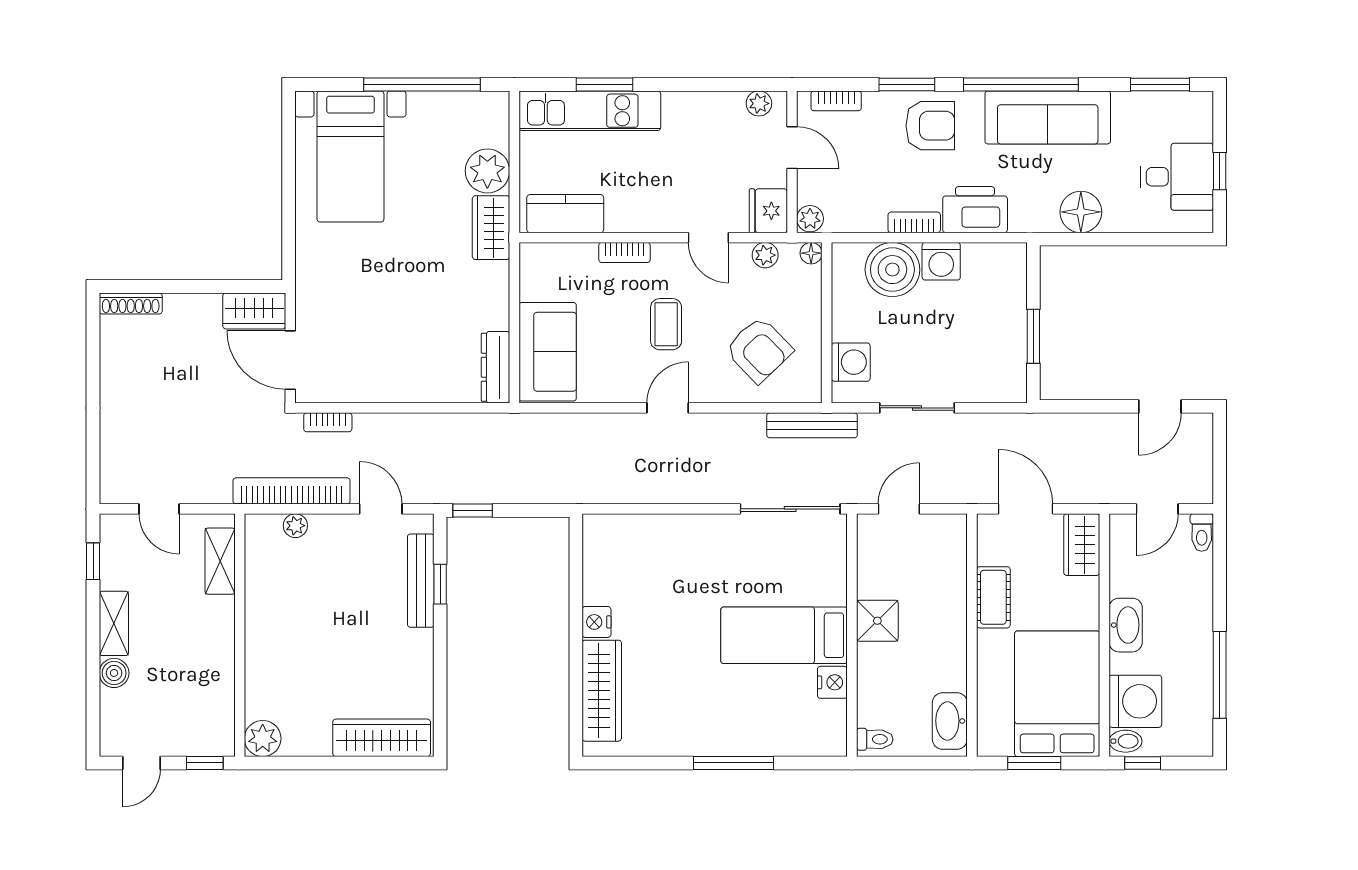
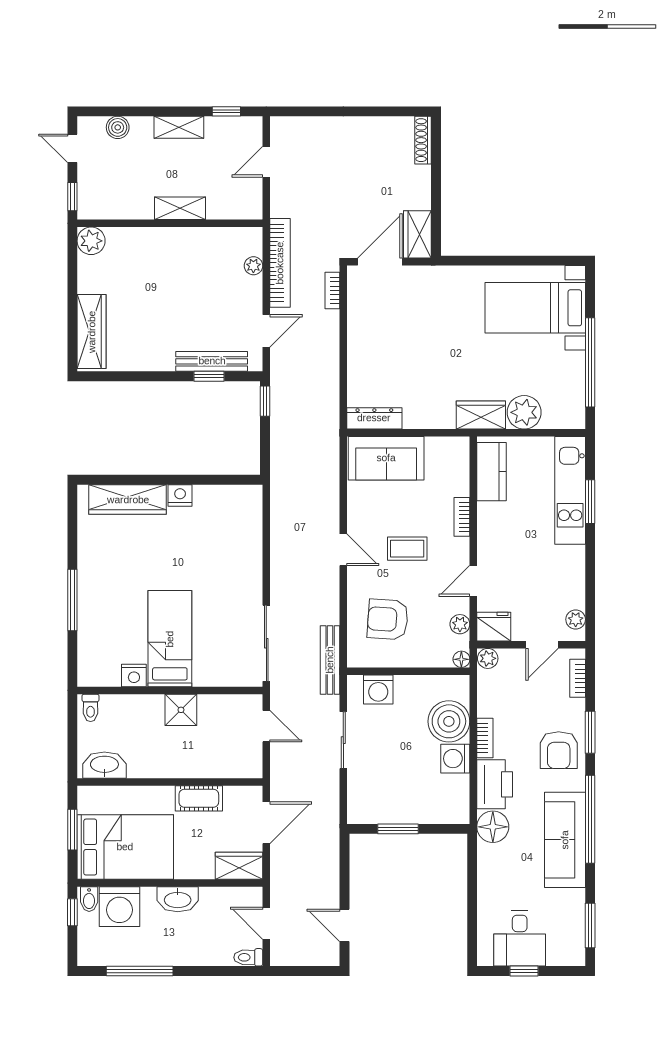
floor lamp: (1081, 212) -> (493, 827), moved
armchair: (759, 350) -> (388, 619), turned 48
shelving: (220, 561) -> (180, 208), moved
boiler: (114, 673) -> (118, 127), moved

